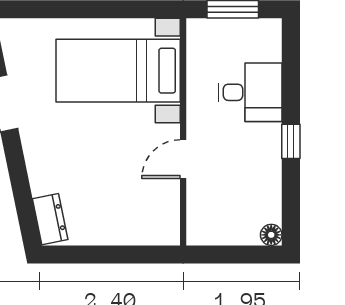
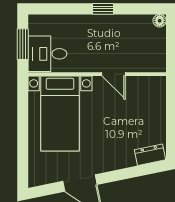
desk: (250, 92) -> (47, 54), moved, turned -90

